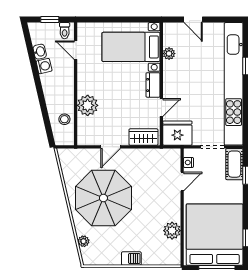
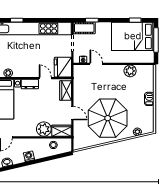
washing machine: (44, 66) -> (29, 156), moved
wardrobe: (85, 131) -> (62, 131), added
bed: (215, 235) -> (133, 36), width x0.73

